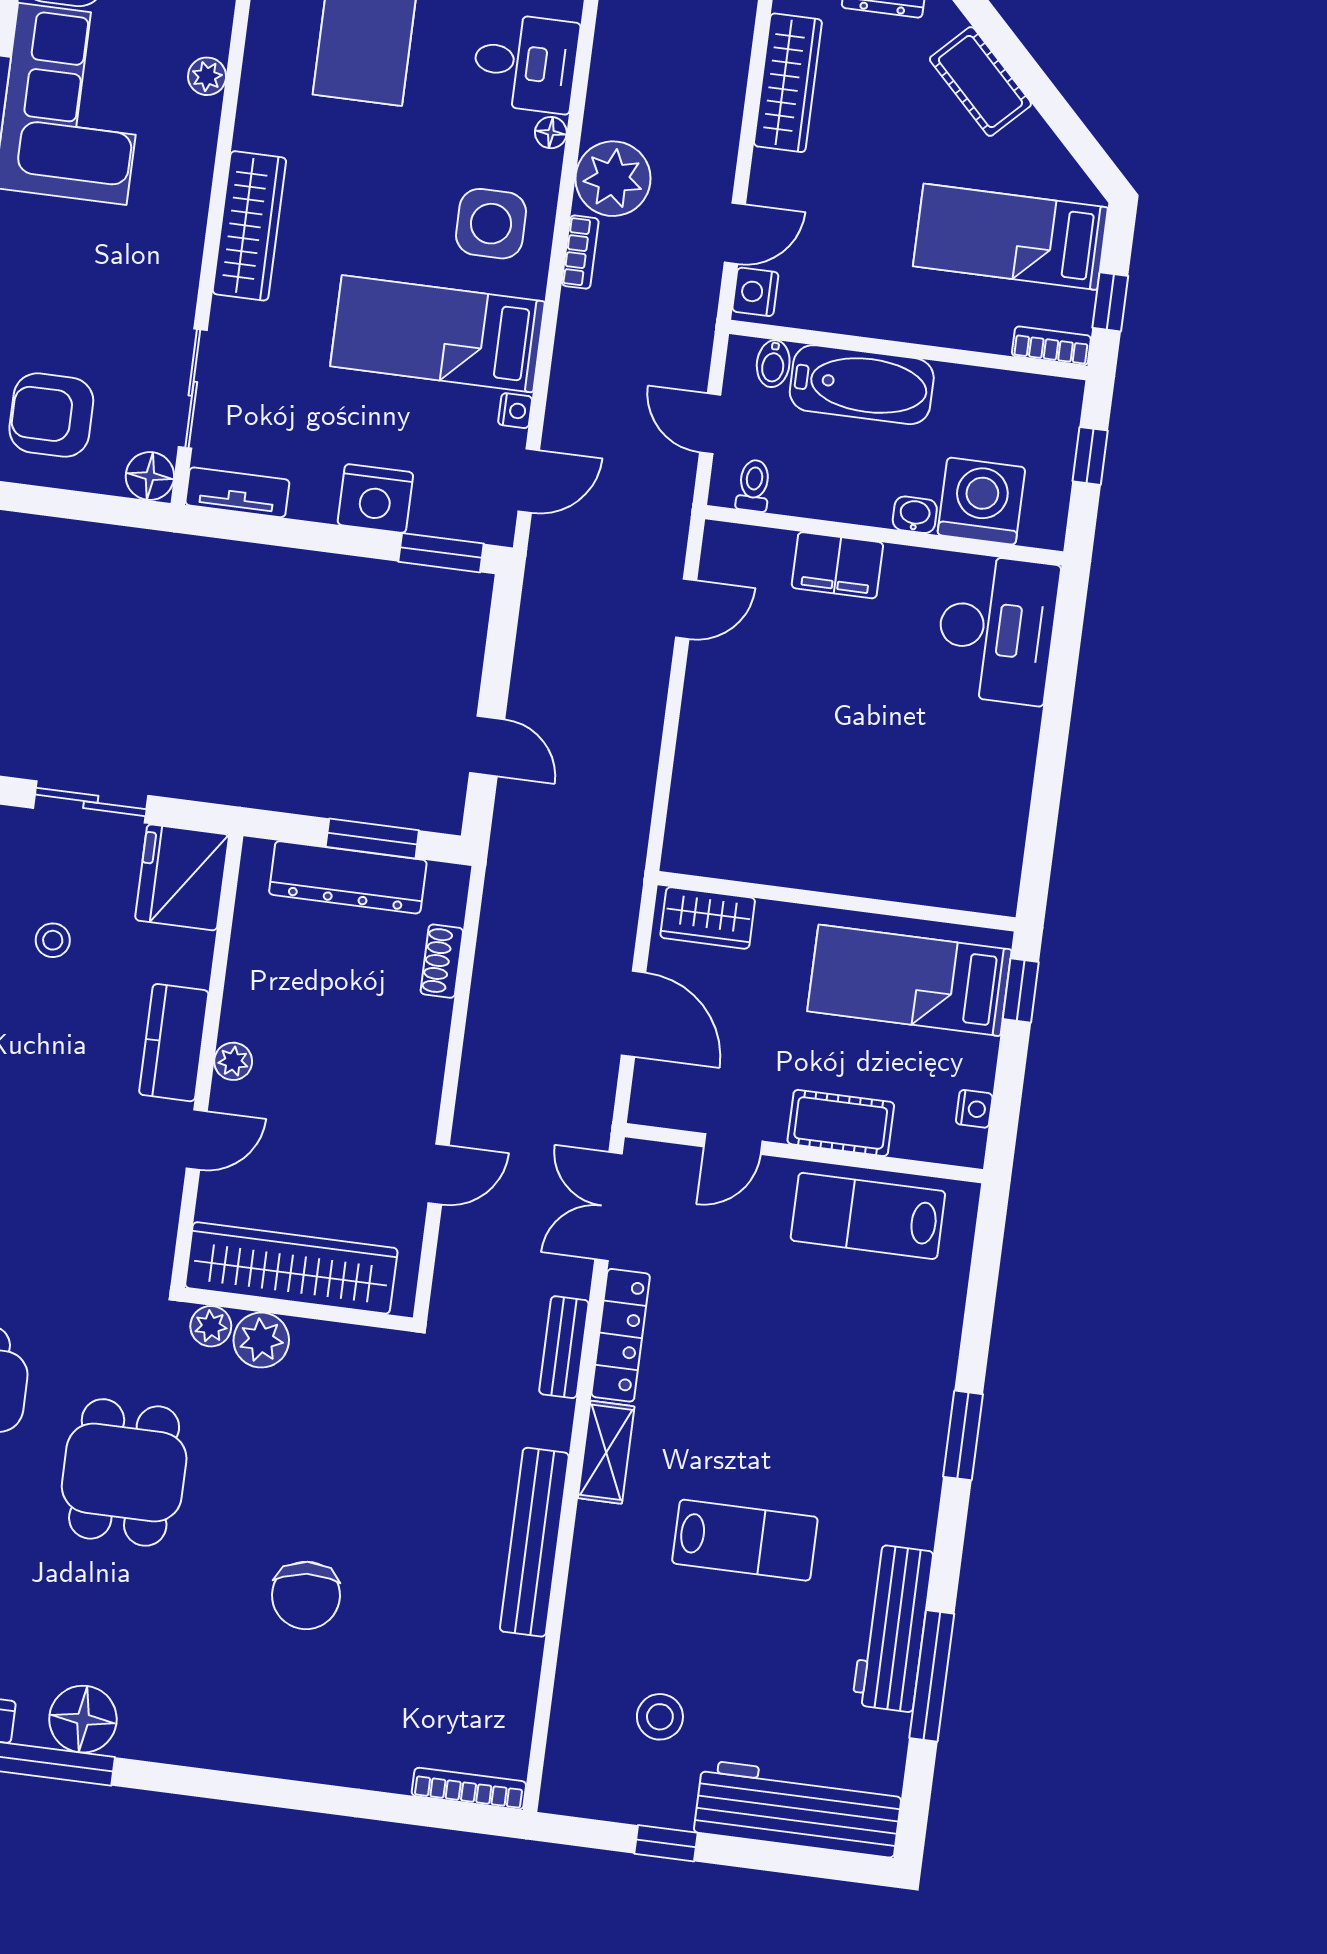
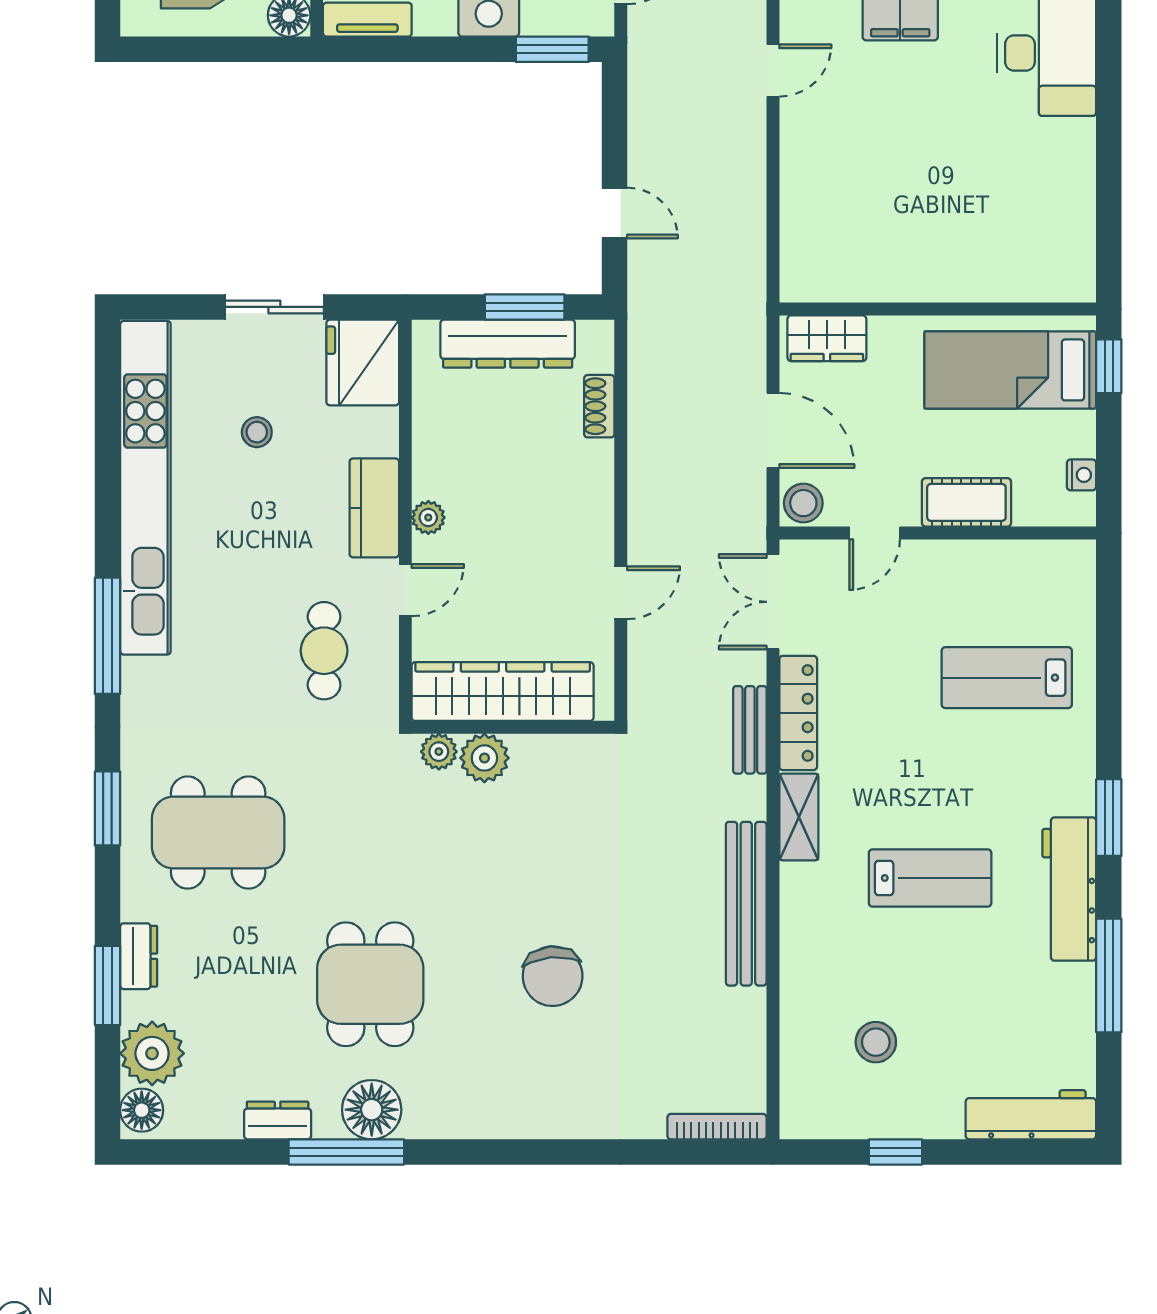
stool: (657, 1100) -> (803, 503), added
cafe table: (96, 1196) -> (324, 651), added
lab bench: (868, 1216) -> (1007, 678), moved
window: (963, 1435) -> (1109, 818), moved
dining table: (124, 1472) -> (370, 984), moved
workbench: (893, 1628) -> (1069, 889), moved
workbench: (798, 1809) -> (1031, 1115), width x0.73, depth x0.76

